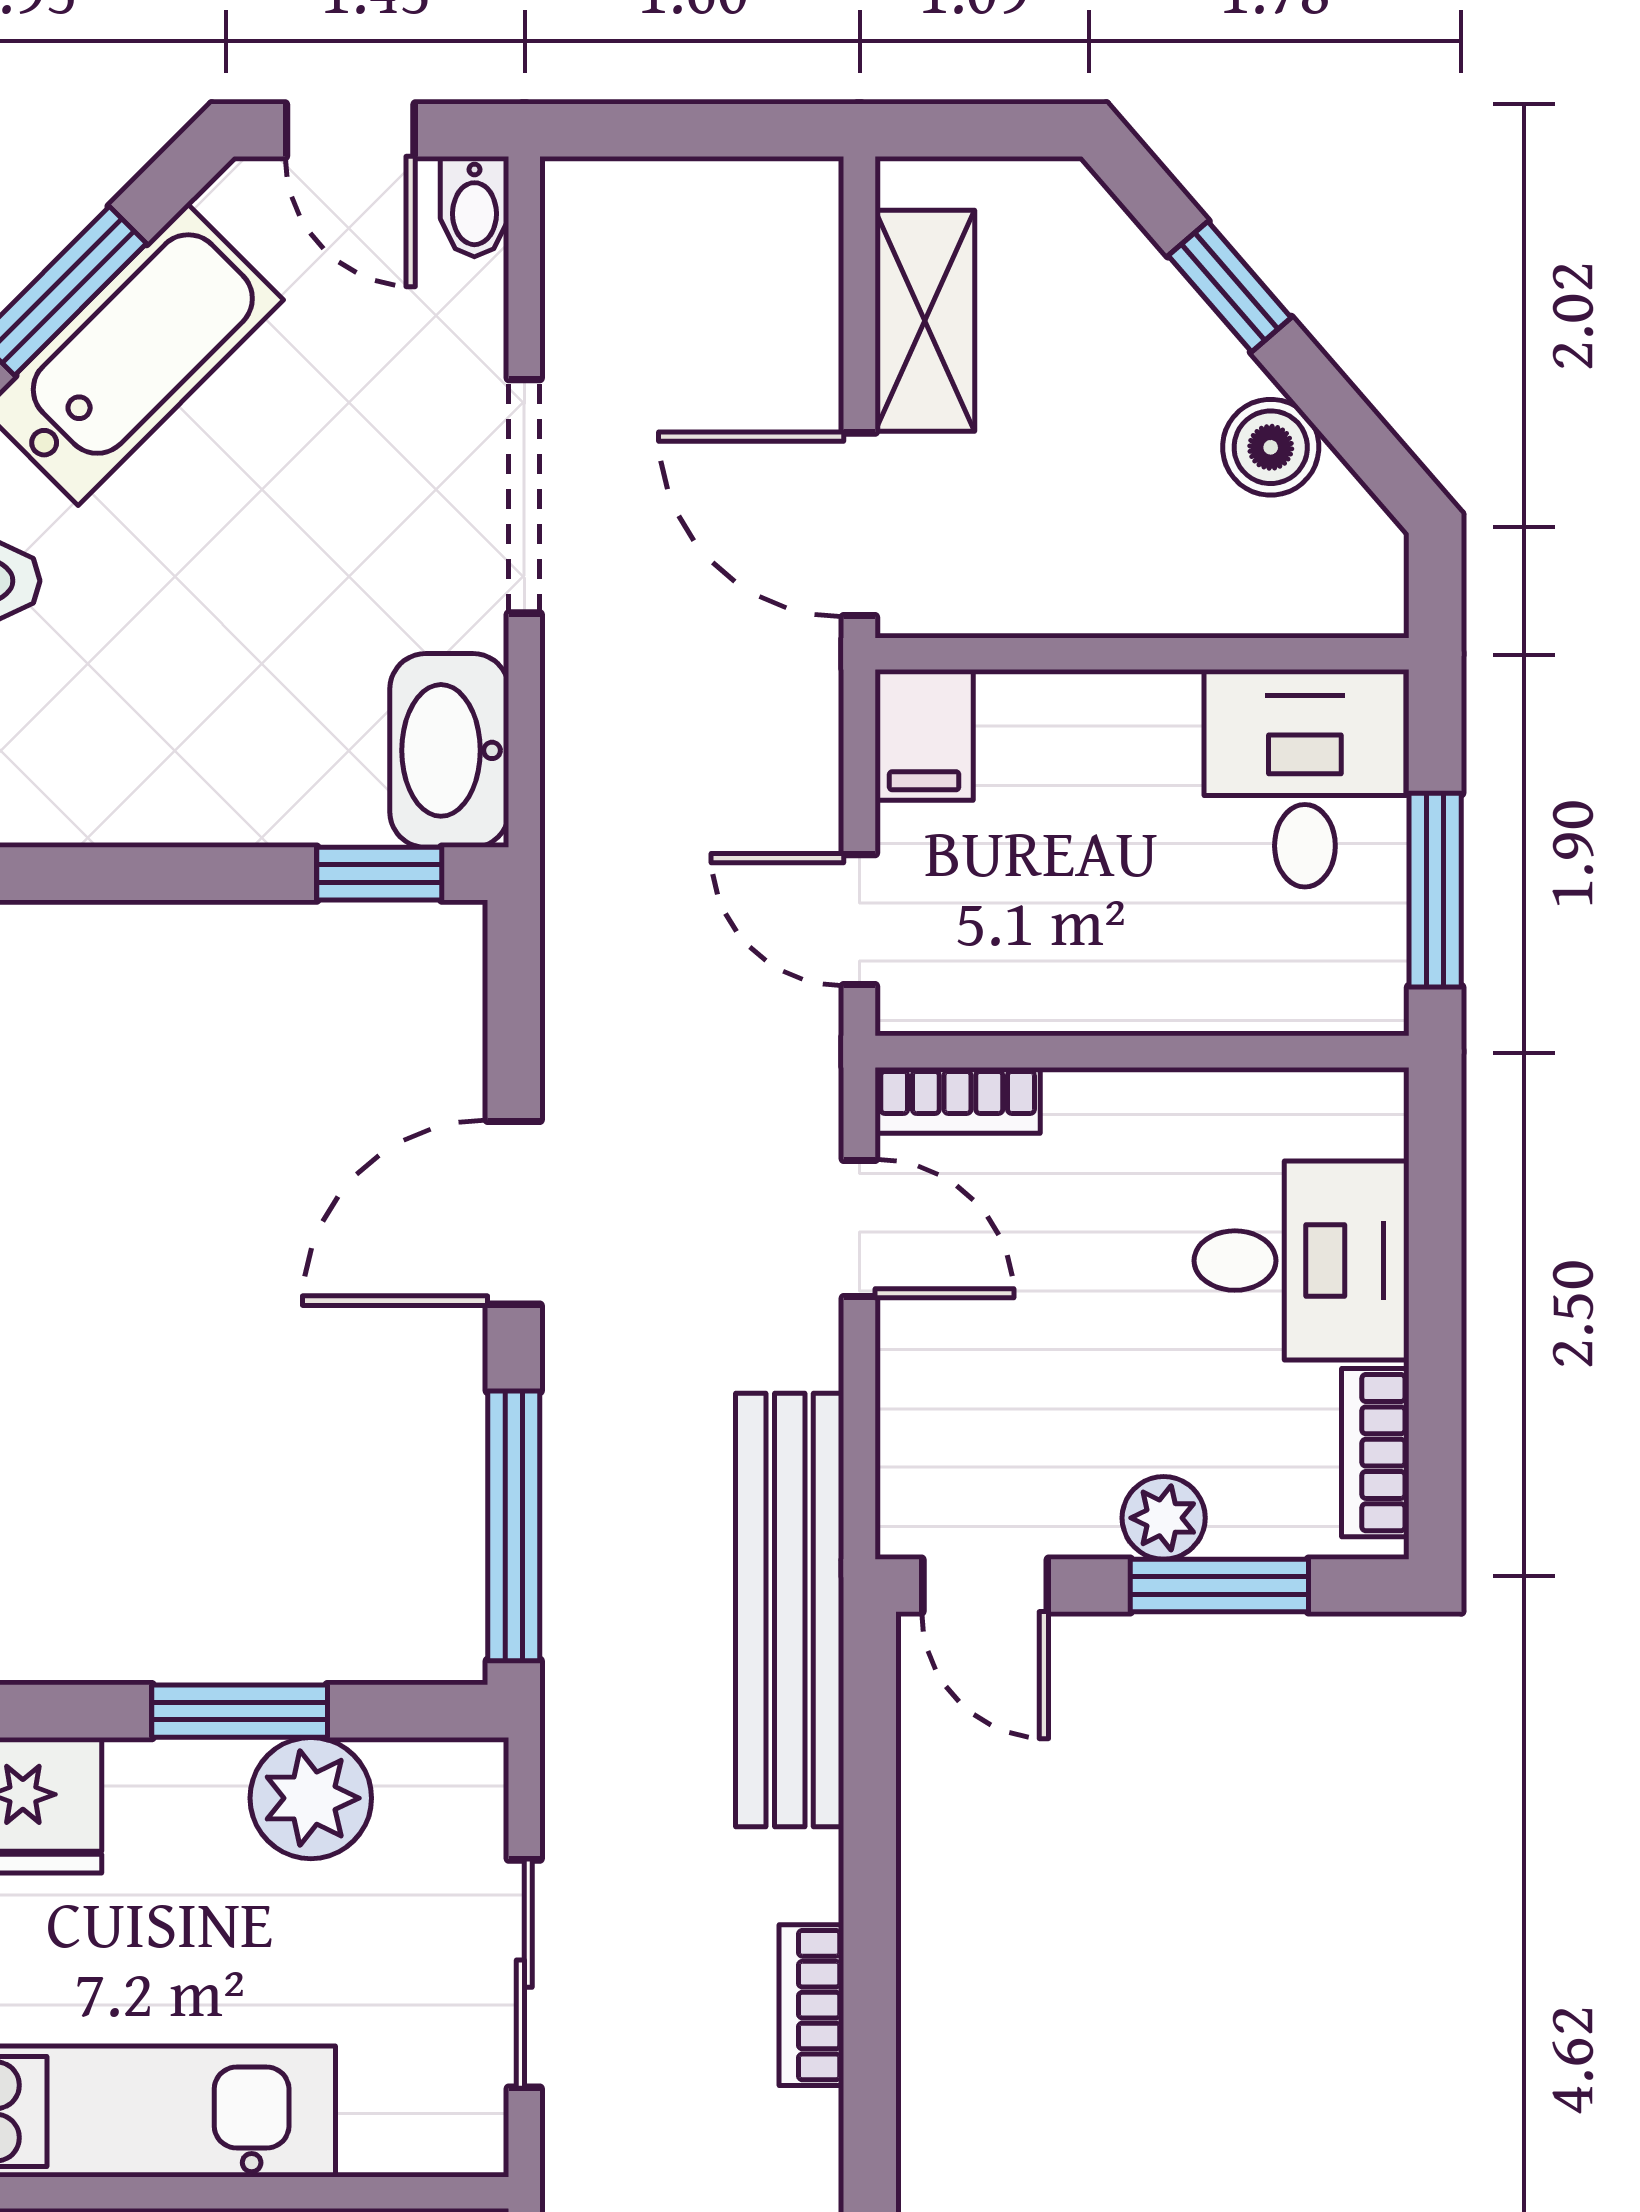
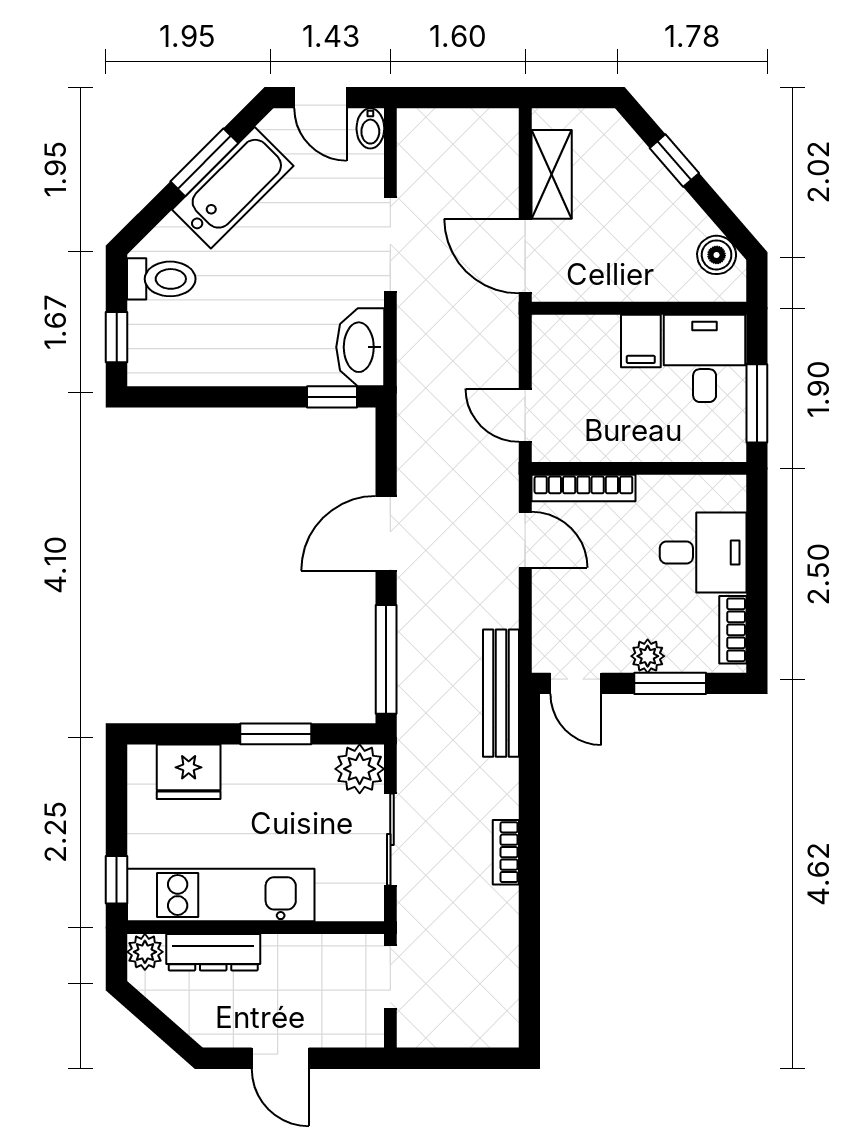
boiler: (1271, 447) -> (717, 255), moved
filing cabinet: (924, 735) -> (641, 341), moved
bookcase: (958, 1100) -> (583, 488), width x1.56
bench: (790, 1610) -> (501, 693), width x0.73, depth x0.82
plant: (311, 1798) -> (360, 769), moved

